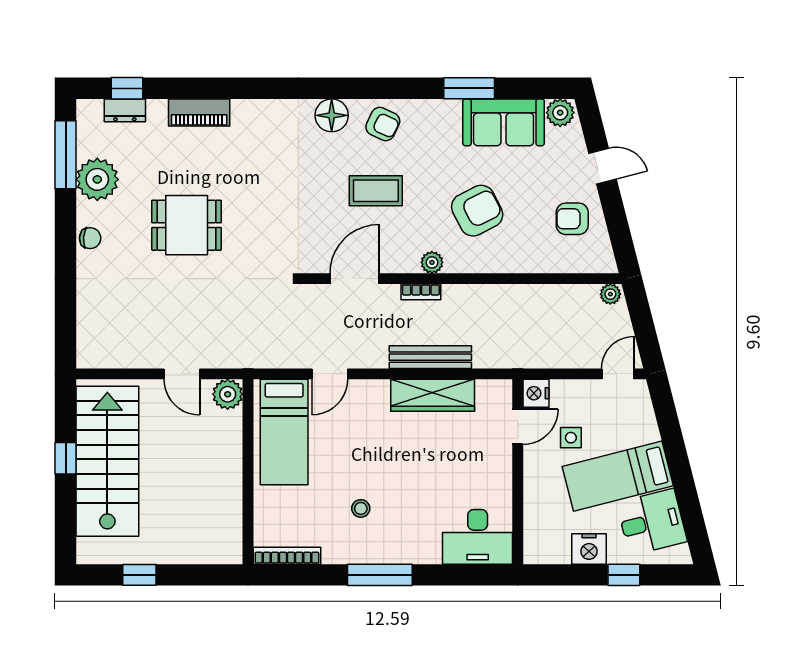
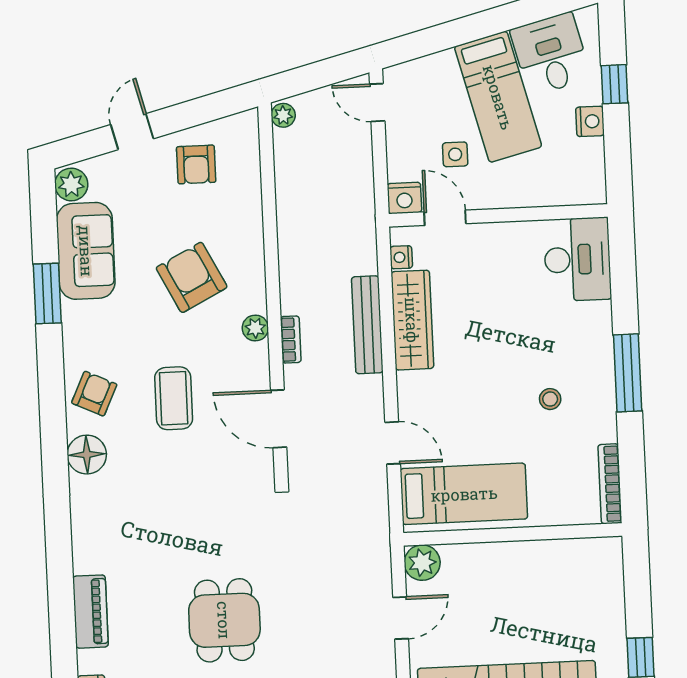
nightstand: (486, 388) -> (401, 257), added
nightstand: (589, 549) -> (590, 121), width x0.74, depth x0.75

